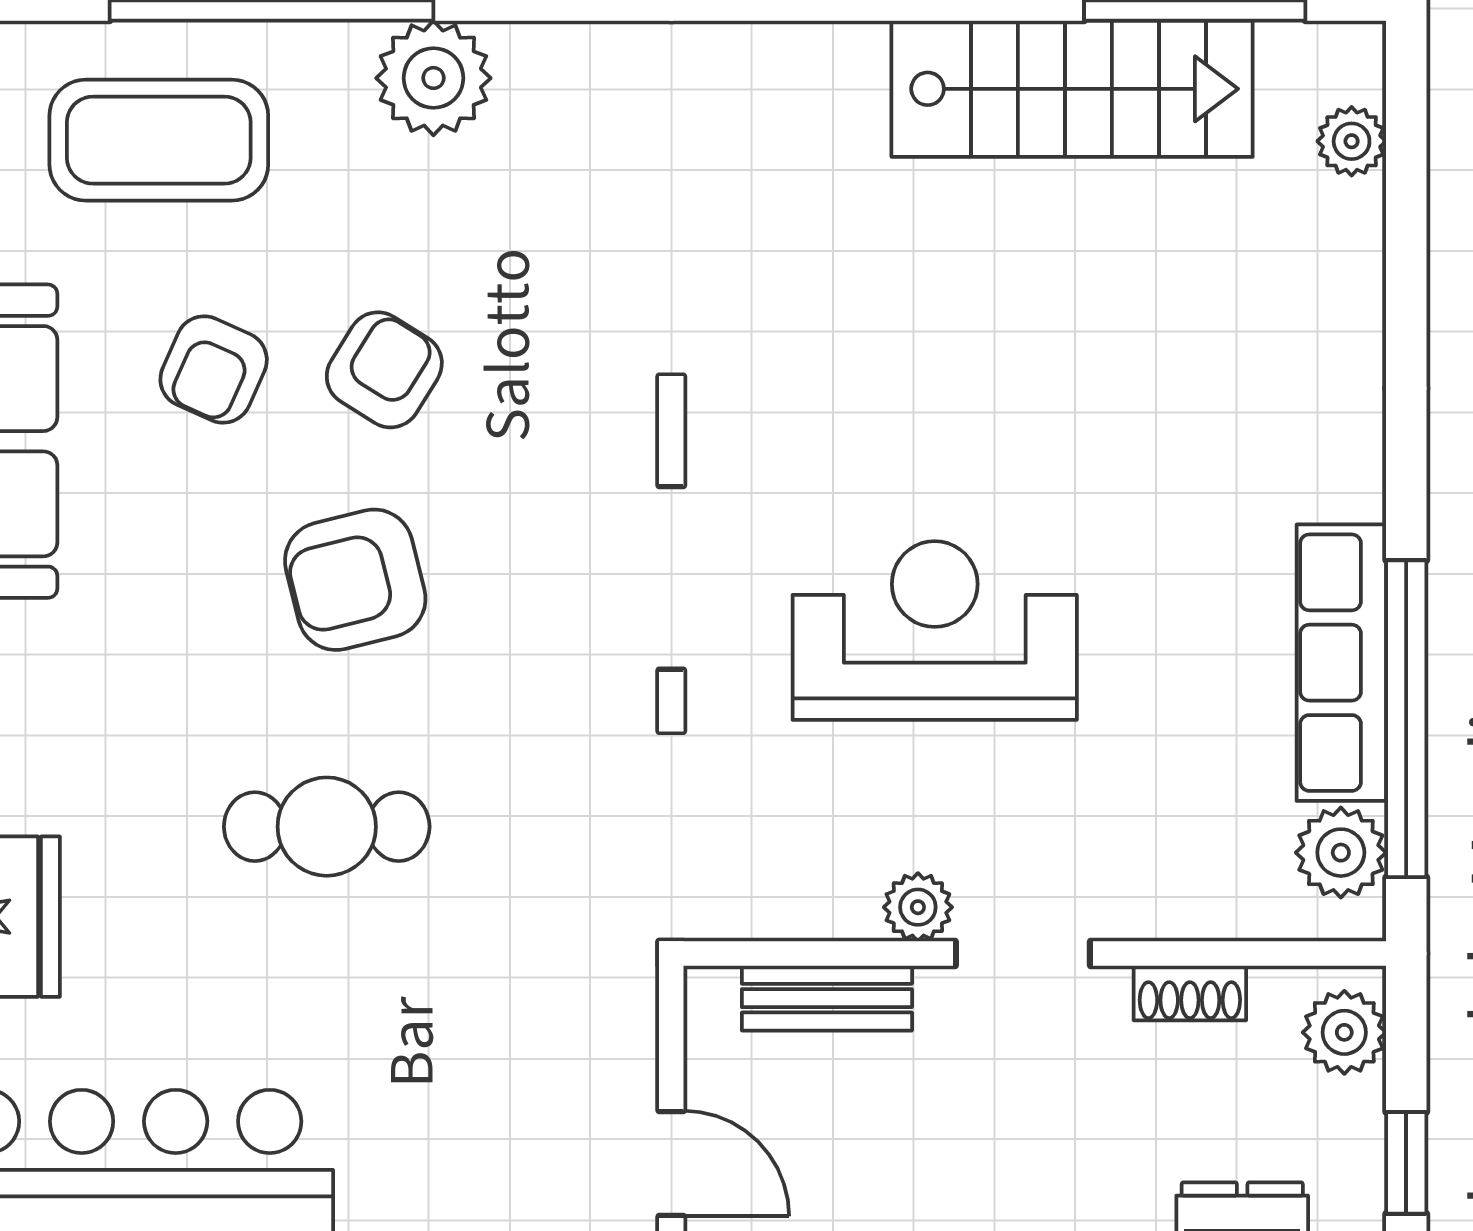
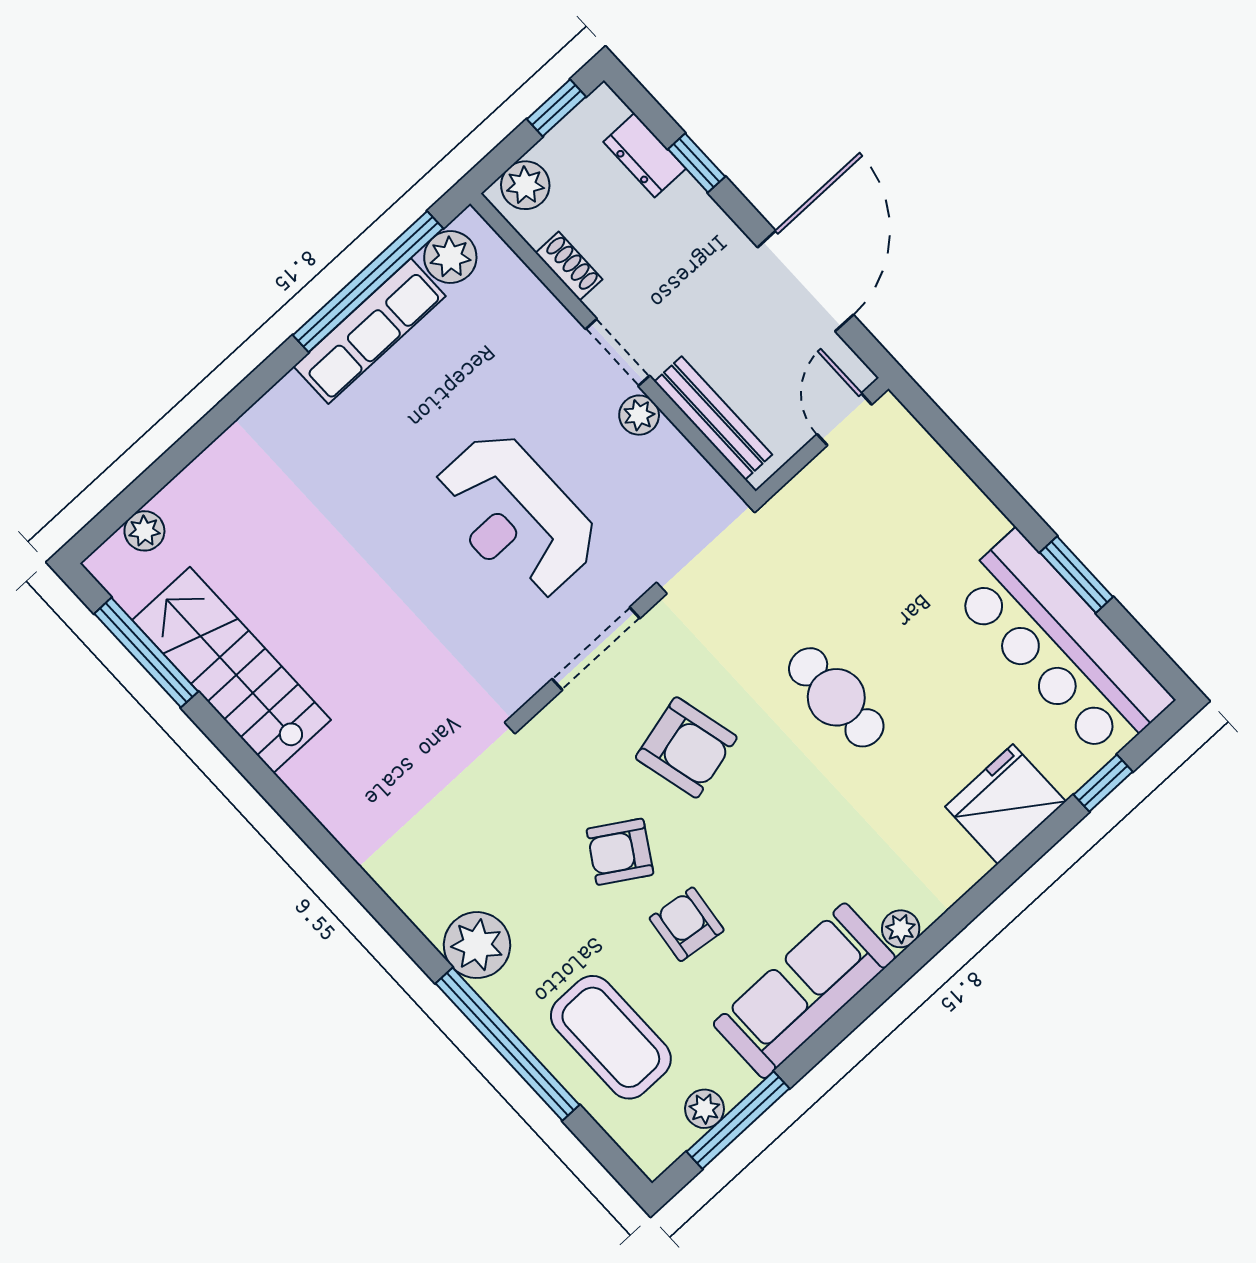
armchair: (214, 370) -> (687, 924), turned -107
armchair: (355, 580) -> (686, 747), moved
bench: (827, 998) -> (713, 418), width x1.36

